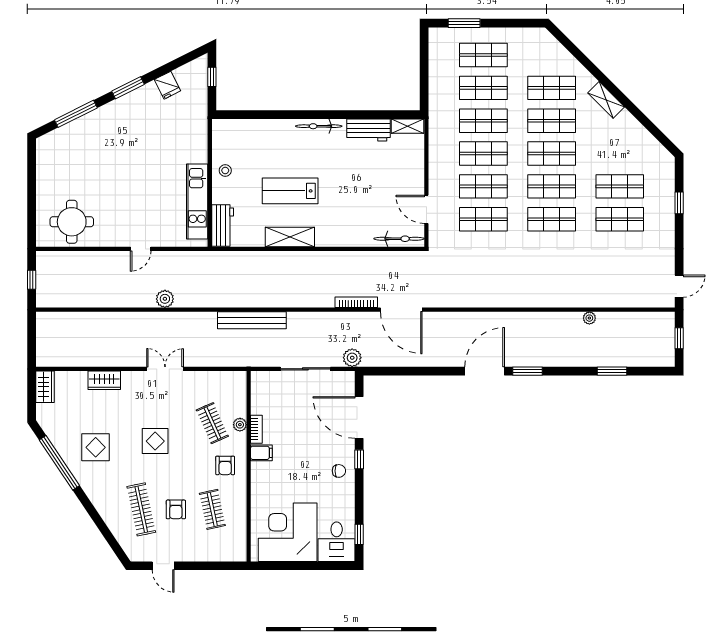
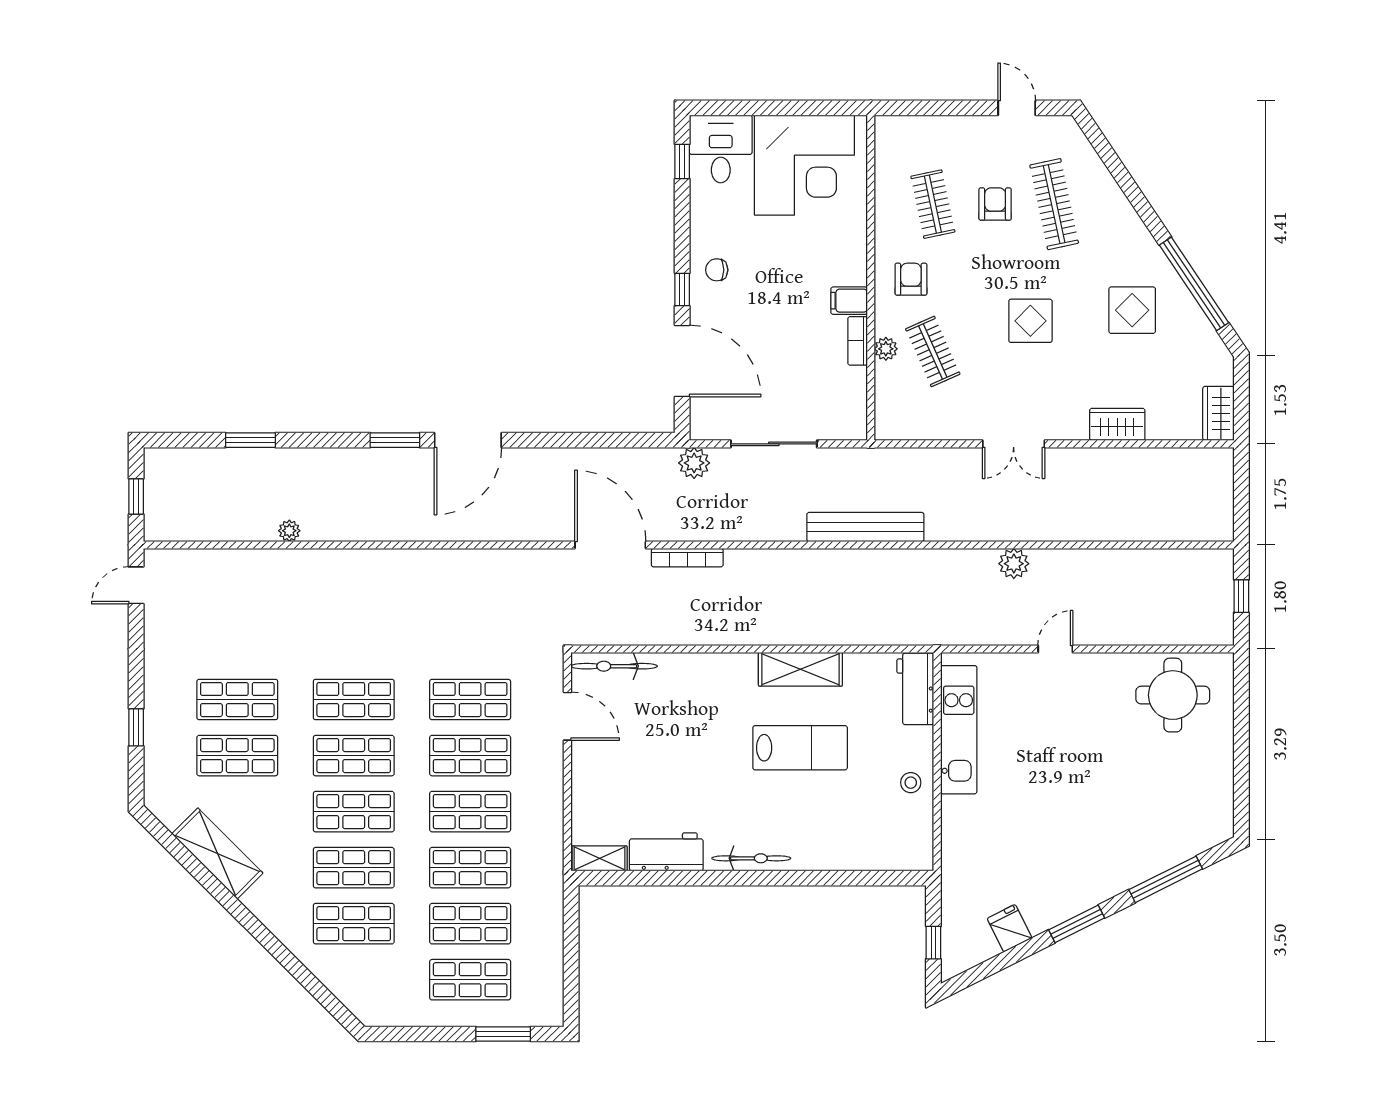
shelving: (606, 100) -> (217, 853), moved, width x1.50, depth x1.33

